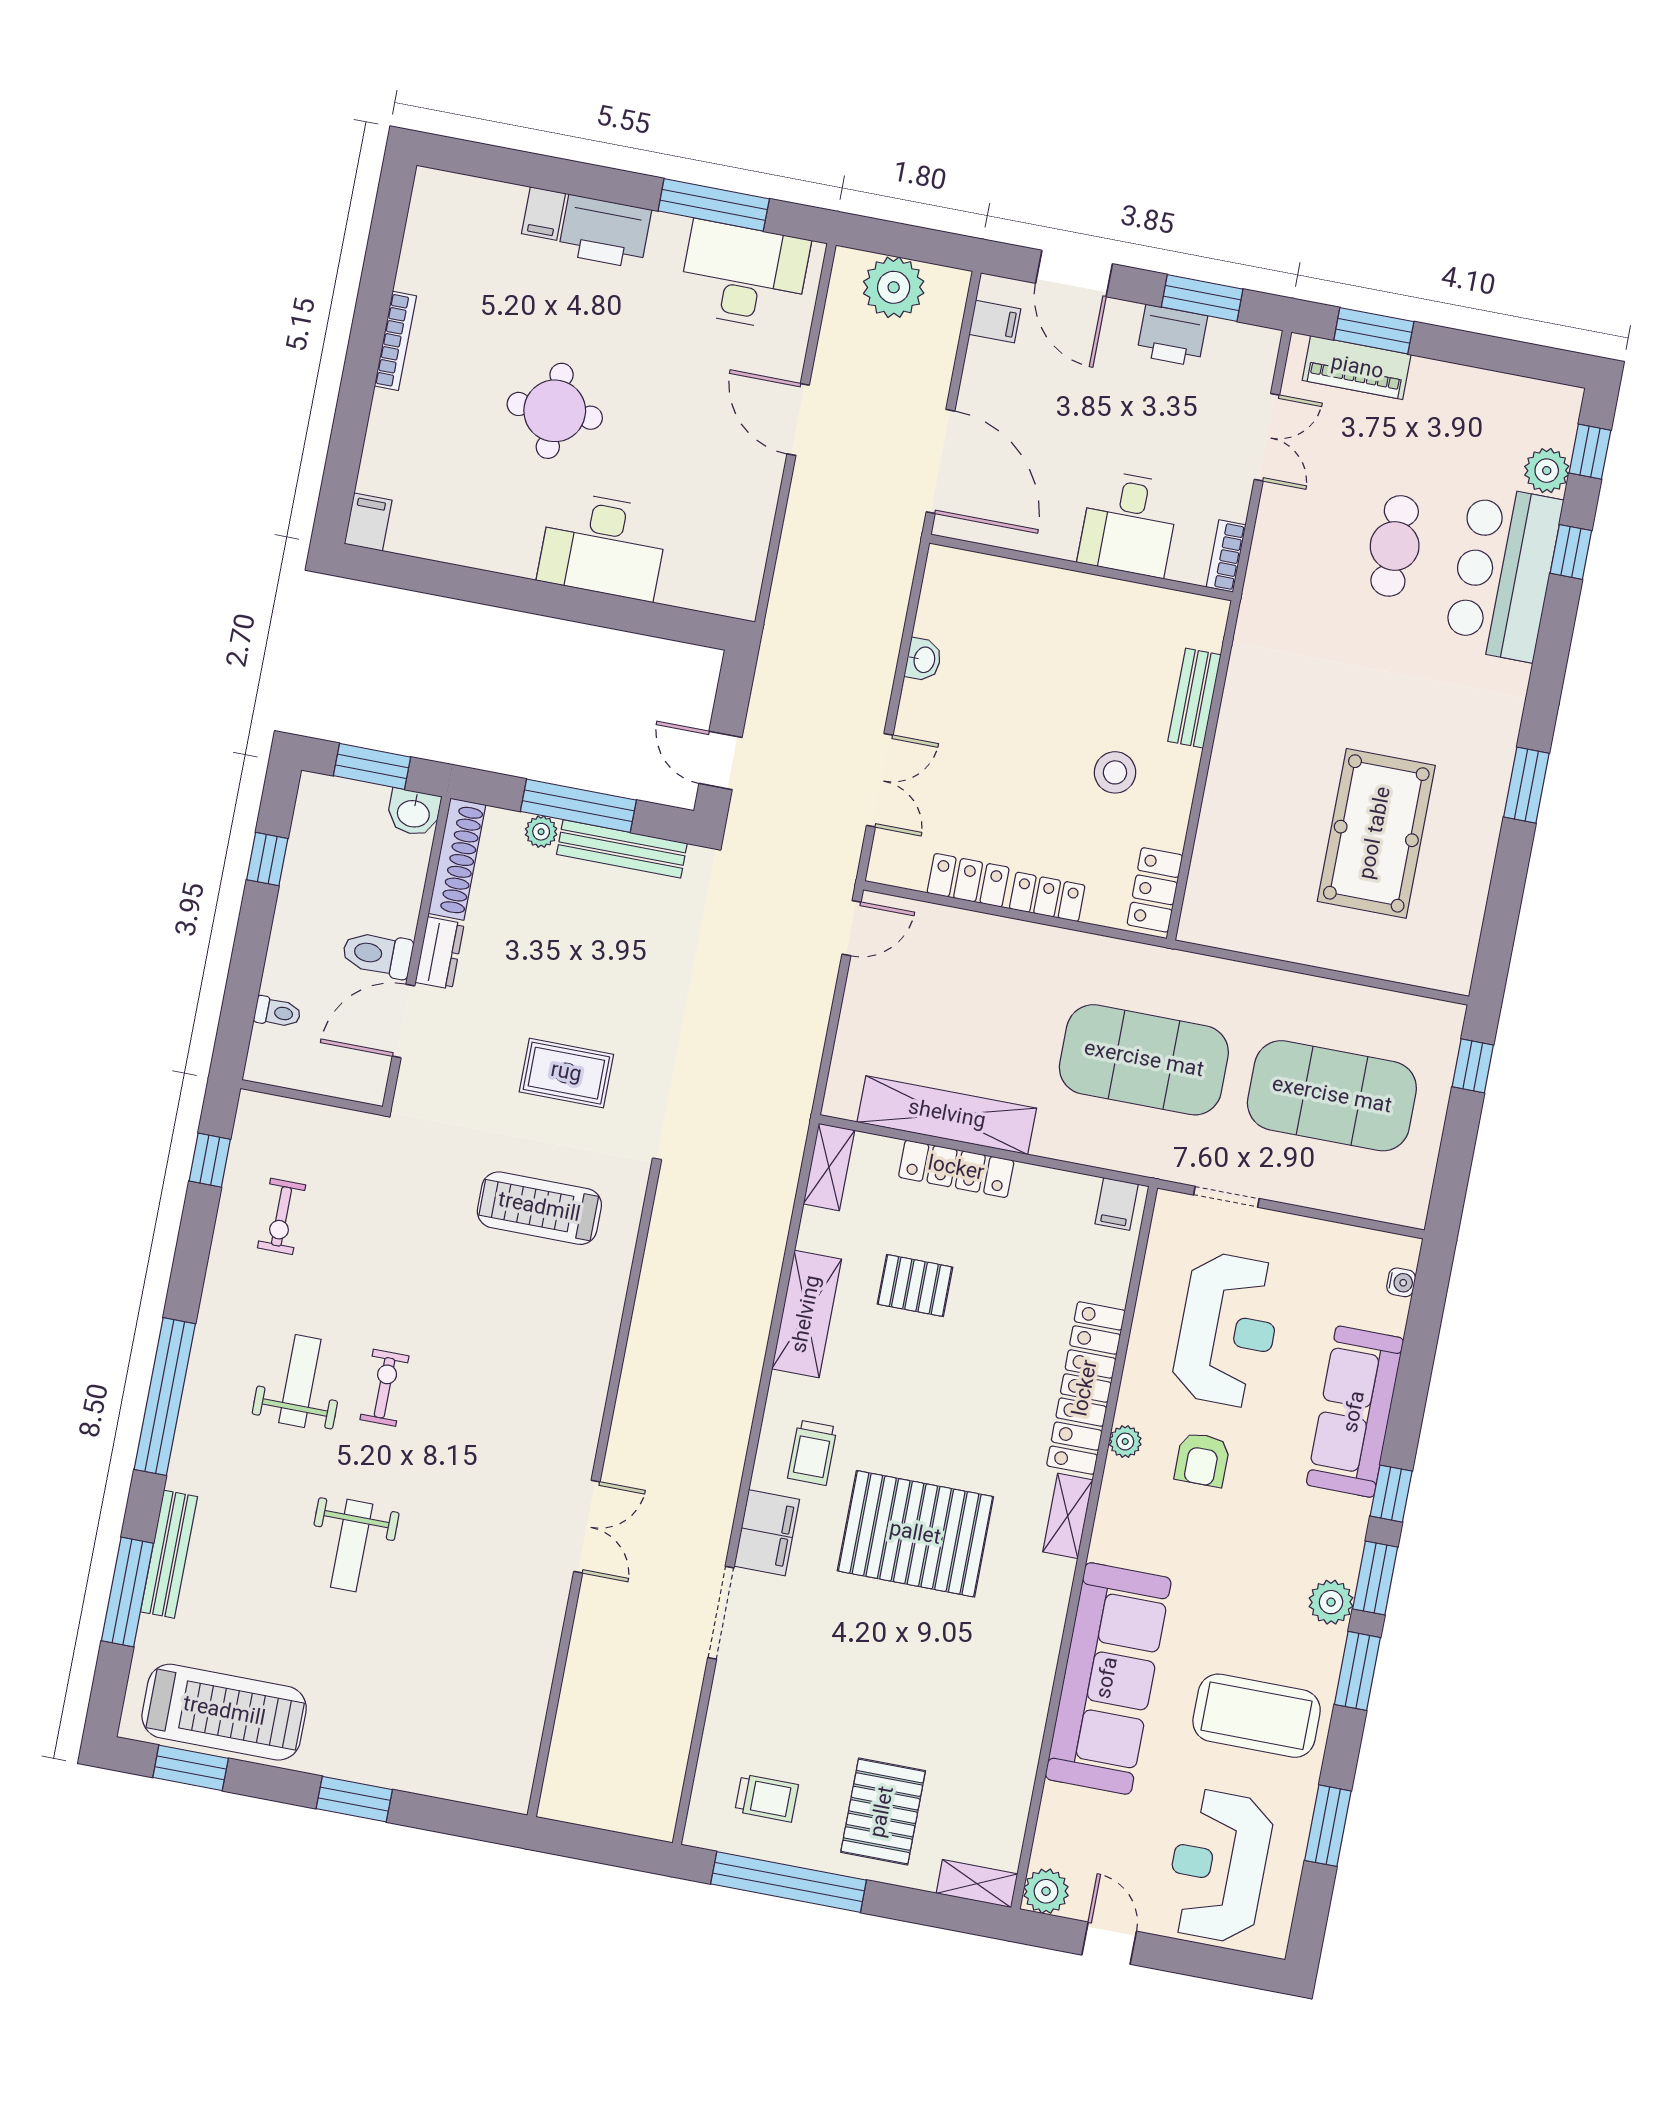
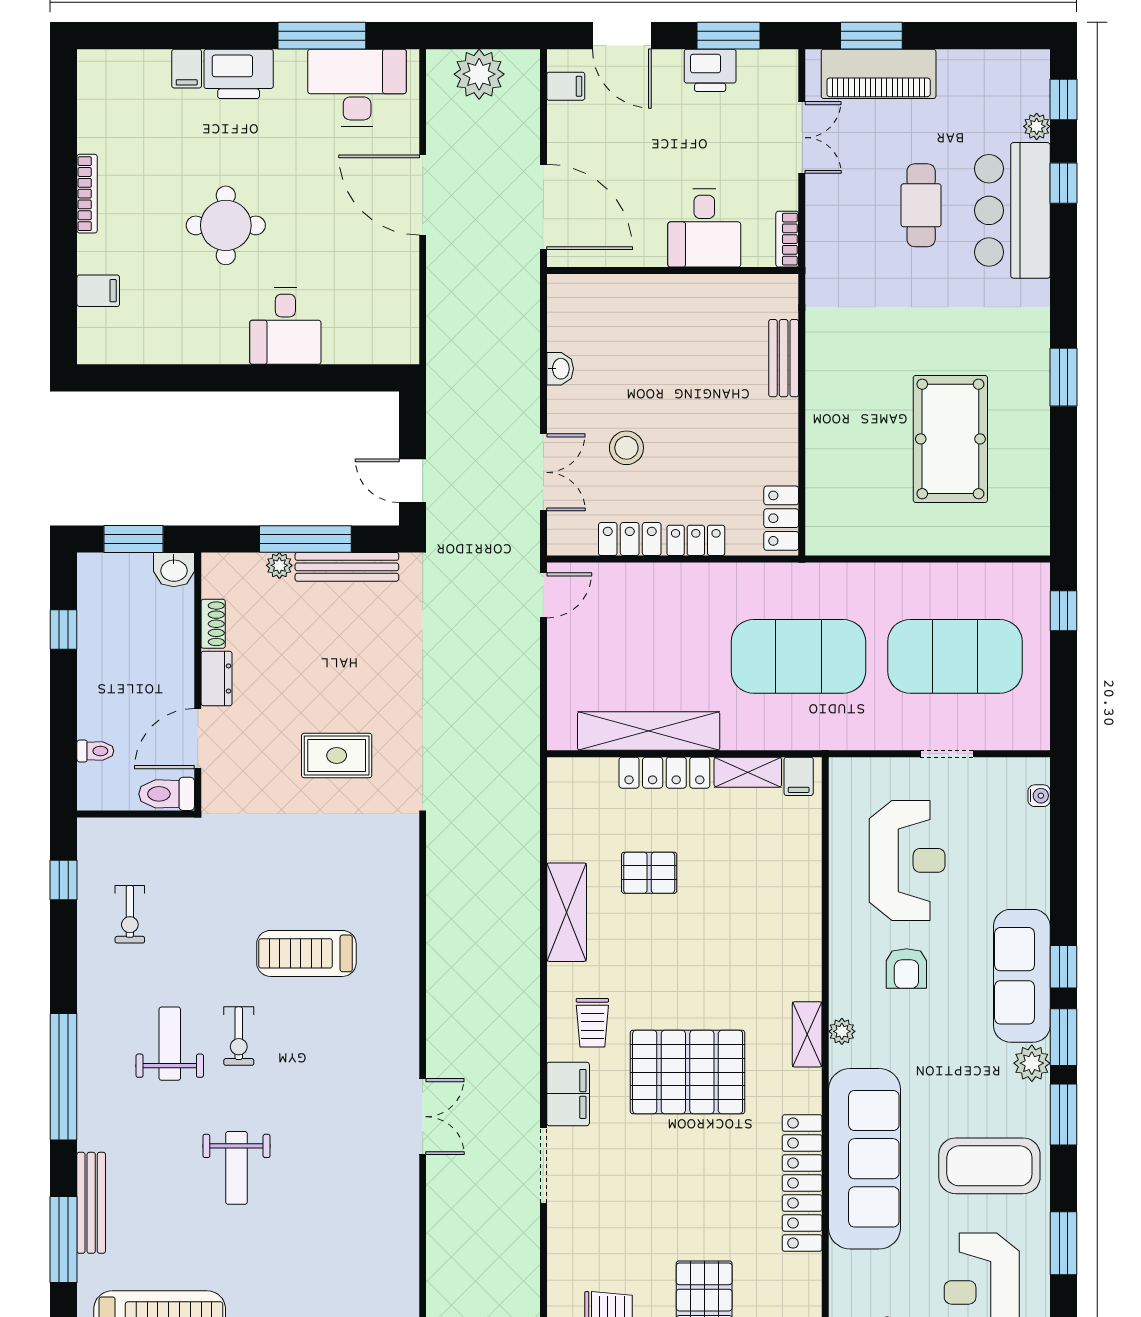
piano: (1357, 368) -> (879, 74), width x1.37, depth x1.33
door: (798, 419) -> (423, 195), width x1.36
plant: (1547, 471) -> (1037, 126), width x0.73, depth x0.73
filing cabinet: (368, 522) -> (98, 291), moved, turned 90
desk: (603, 546) -> (285, 326), width x0.73
stool: (1115, 772) -> (626, 448), moved
shoe rack: (457, 859) -> (213, 624), width x0.51, depth x0.81
toilet: (377, 954) -> (167, 794), moved
shelving: (829, 1167) -> (748, 772), moved, turned 90
doorway: (1226, 1197) -> (947, 754), moved
treadmill: (539, 1208) -> (306, 953), moved
exercise bike: (384, 1388) -> (239, 1036), turned 180
locker: (1086, 1388) -> (802, 1183), moved
sofa: (1355, 1412) -> (1022, 976), moved
plant: (1125, 1442) -> (842, 1031), moved

